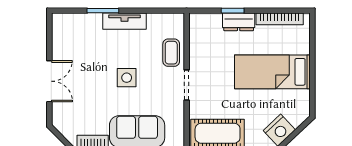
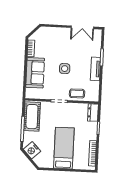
dresser: (239, 22) -> (93, 113), moved
double door: (49, 81) -> (82, 27), moved

